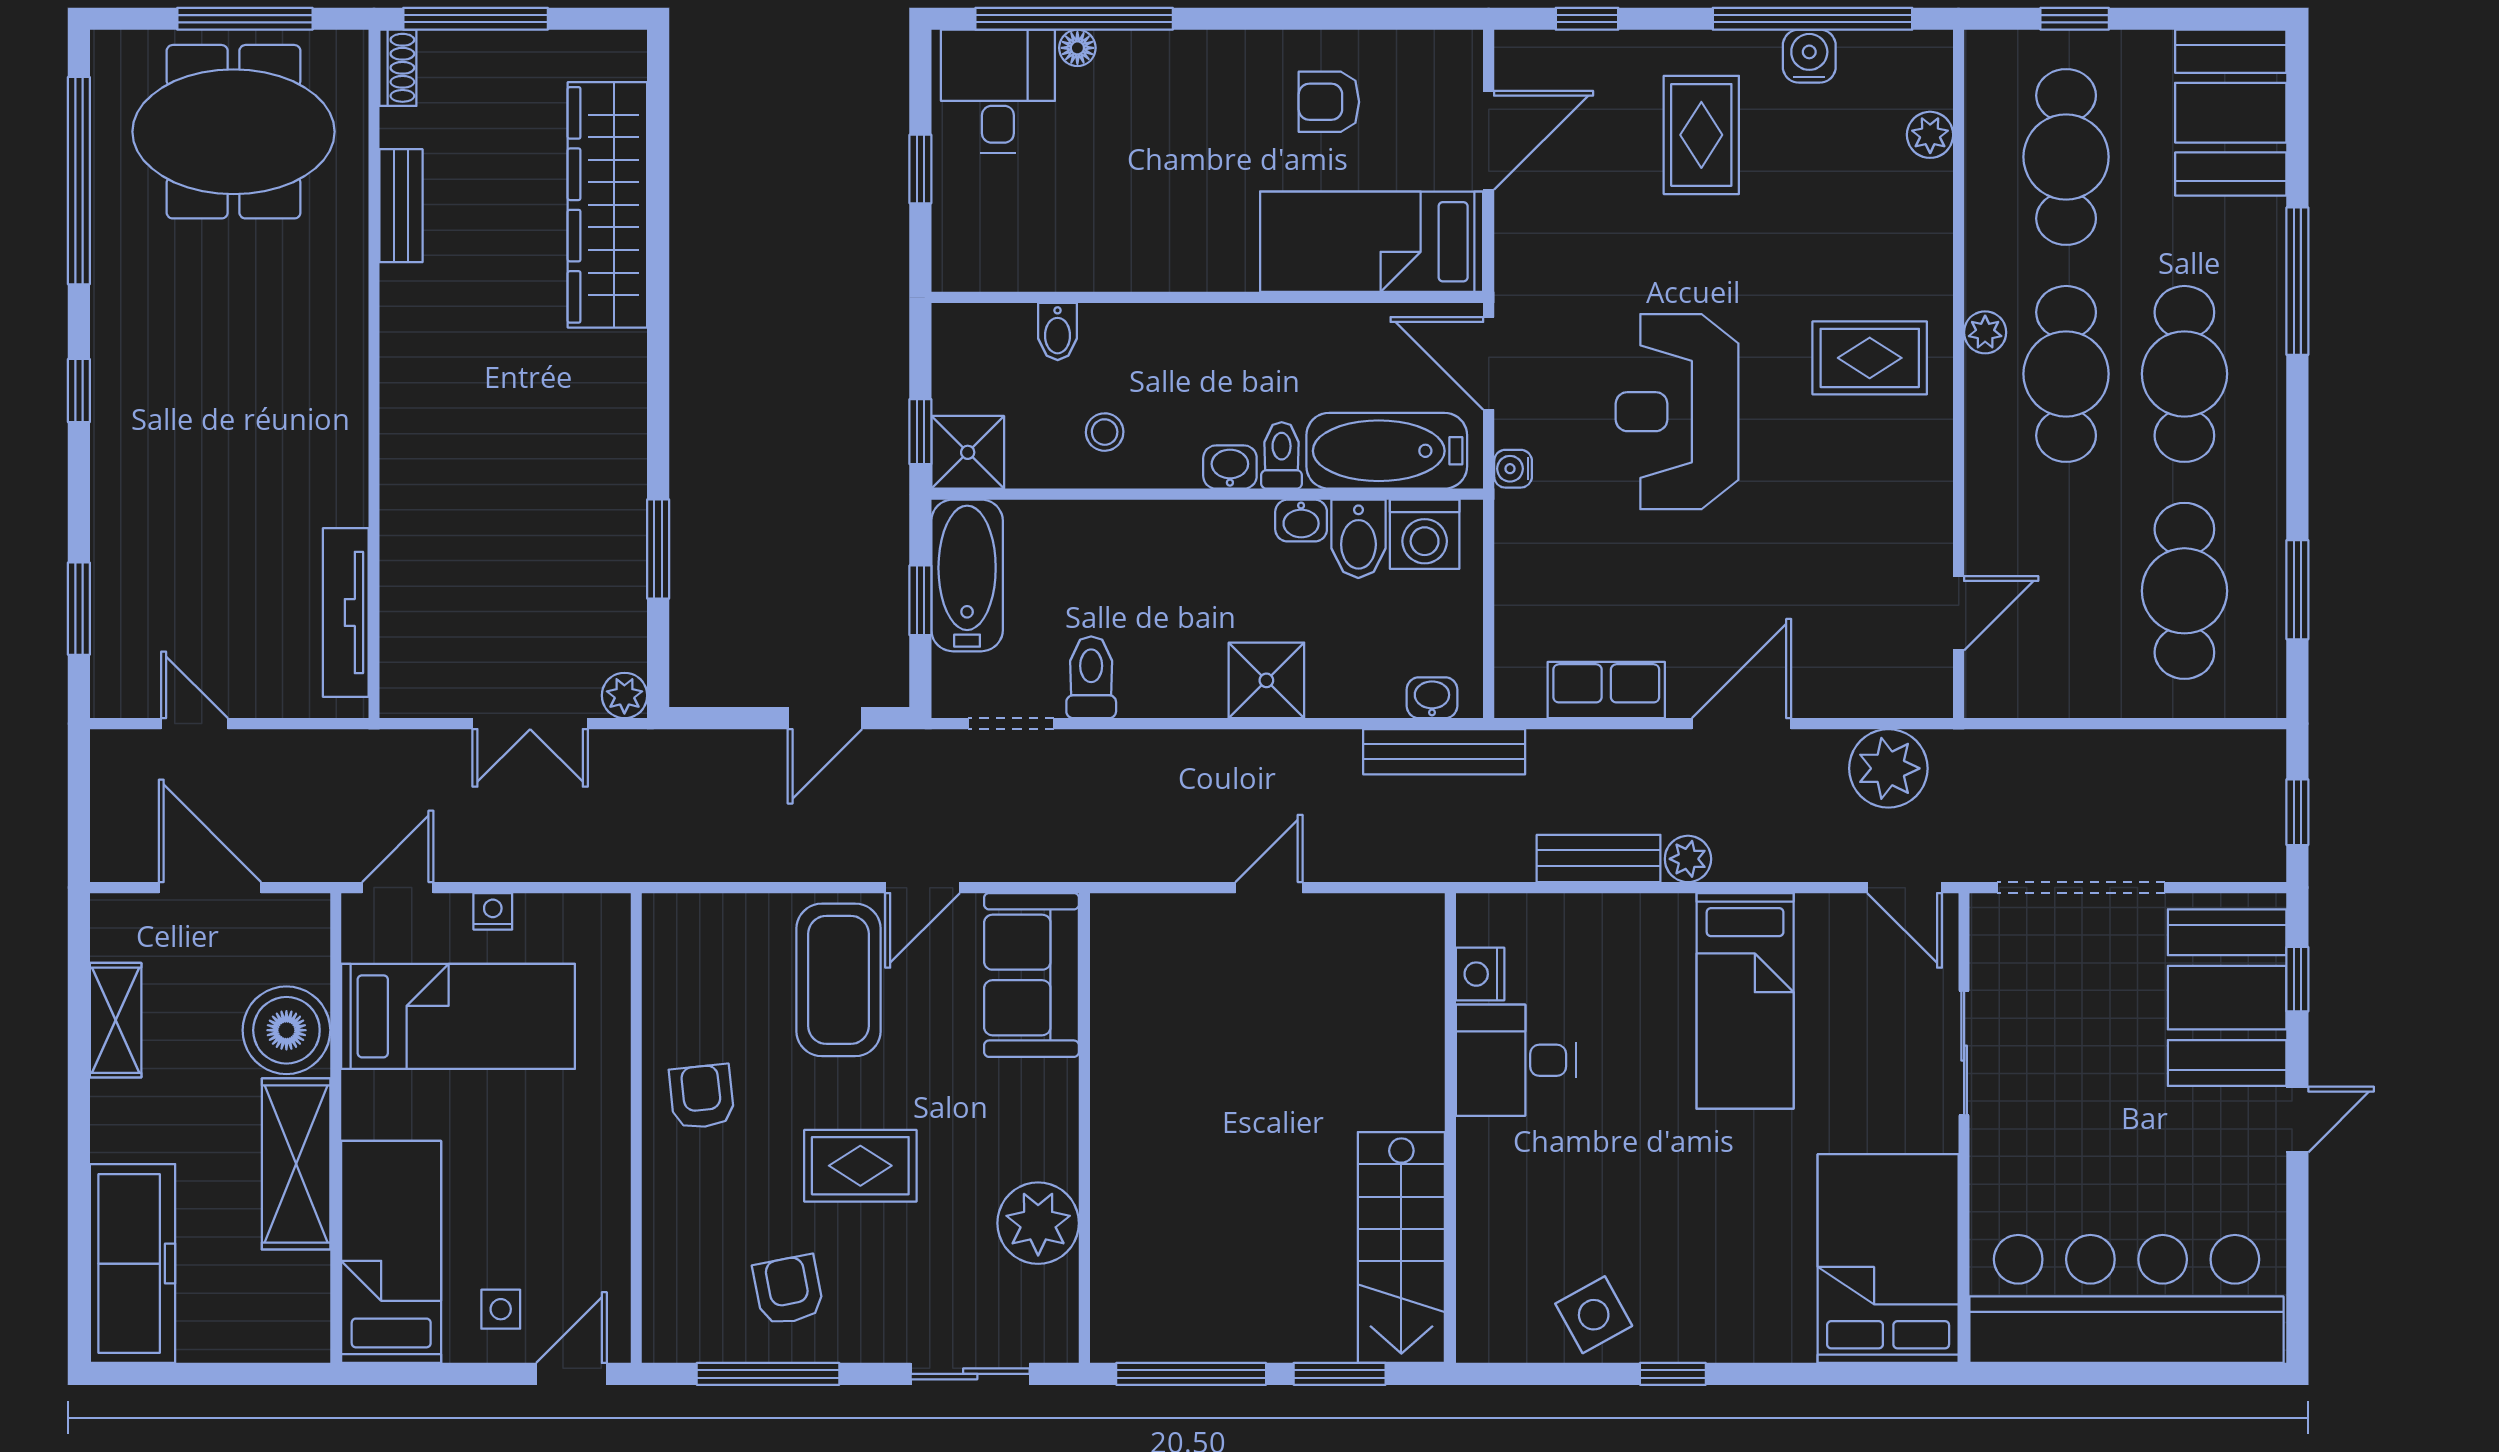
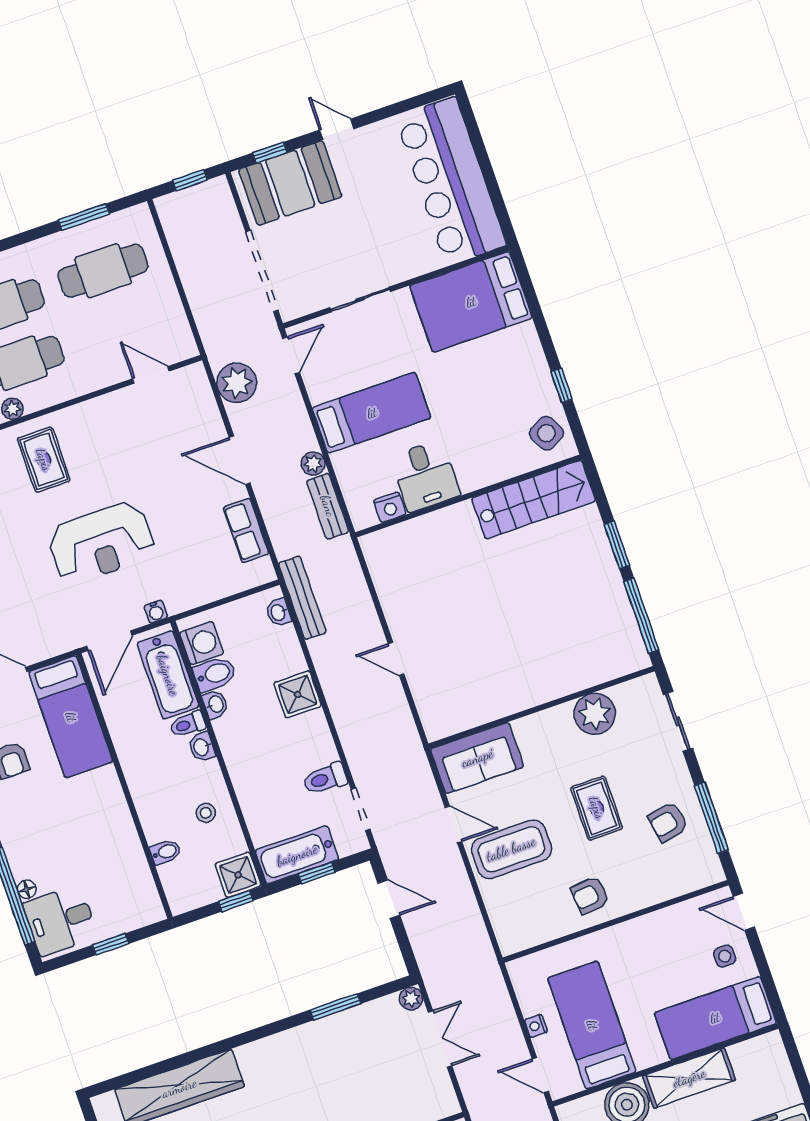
nightstand: (1480, 974) -> (390, 507), moved
desk: (1516, 1060) -> (425, 476), moved
wall: (1450, 1128) -> (468, 496), moved
stairs: (1401, 1248) -> (534, 500), moved

